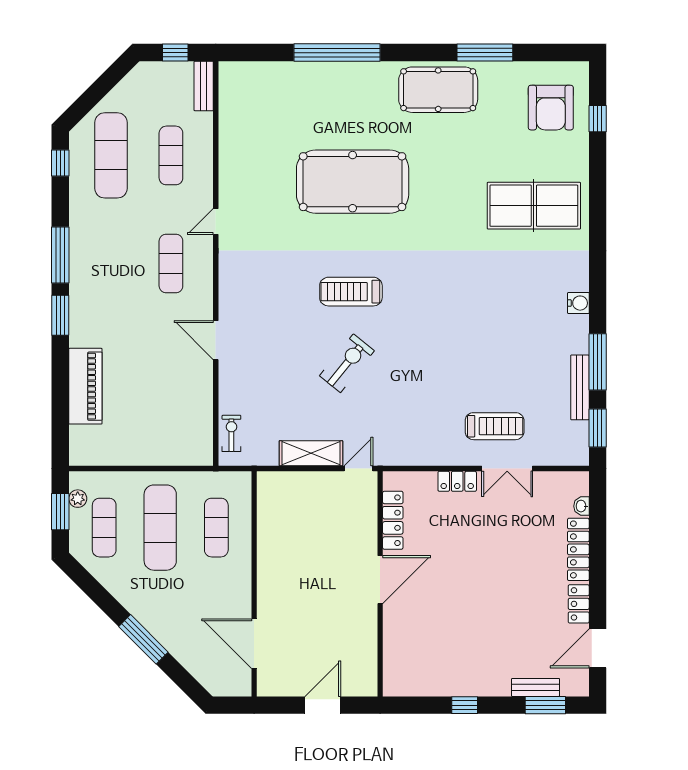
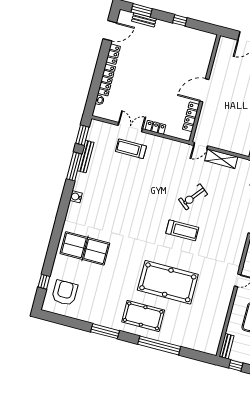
window: (485, 53) -> (105, 331), moved
pool table: (438, 90) -> (143, 316), moved

